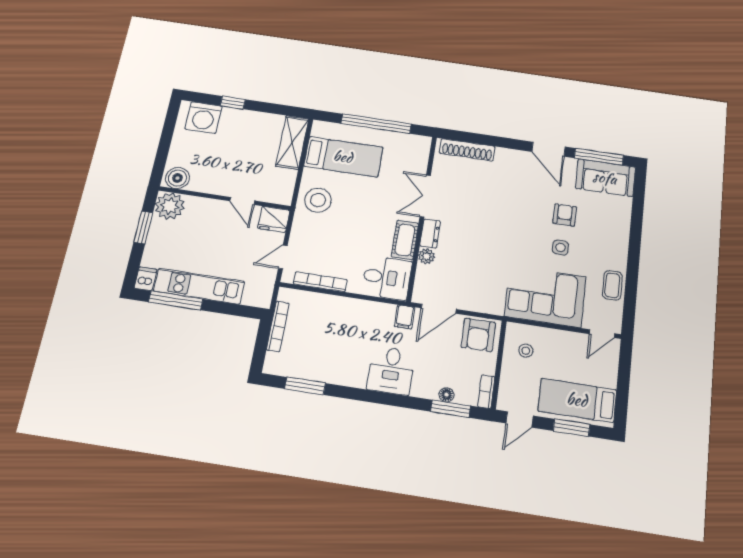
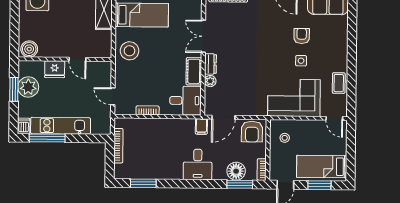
plant: (170, 206) -> (28, 87), moved
fridge: (274, 219) -> (55, 69), moved
door: (283, 257) -> (113, 96), hinge flipped
bookcase: (320, 282) -> (148, 110), width x0.64
door: (602, 334) -> (334, 118), hinge flipped
floor lamp: (446, 395) -> (236, 171), width x1.89, depth x1.89

